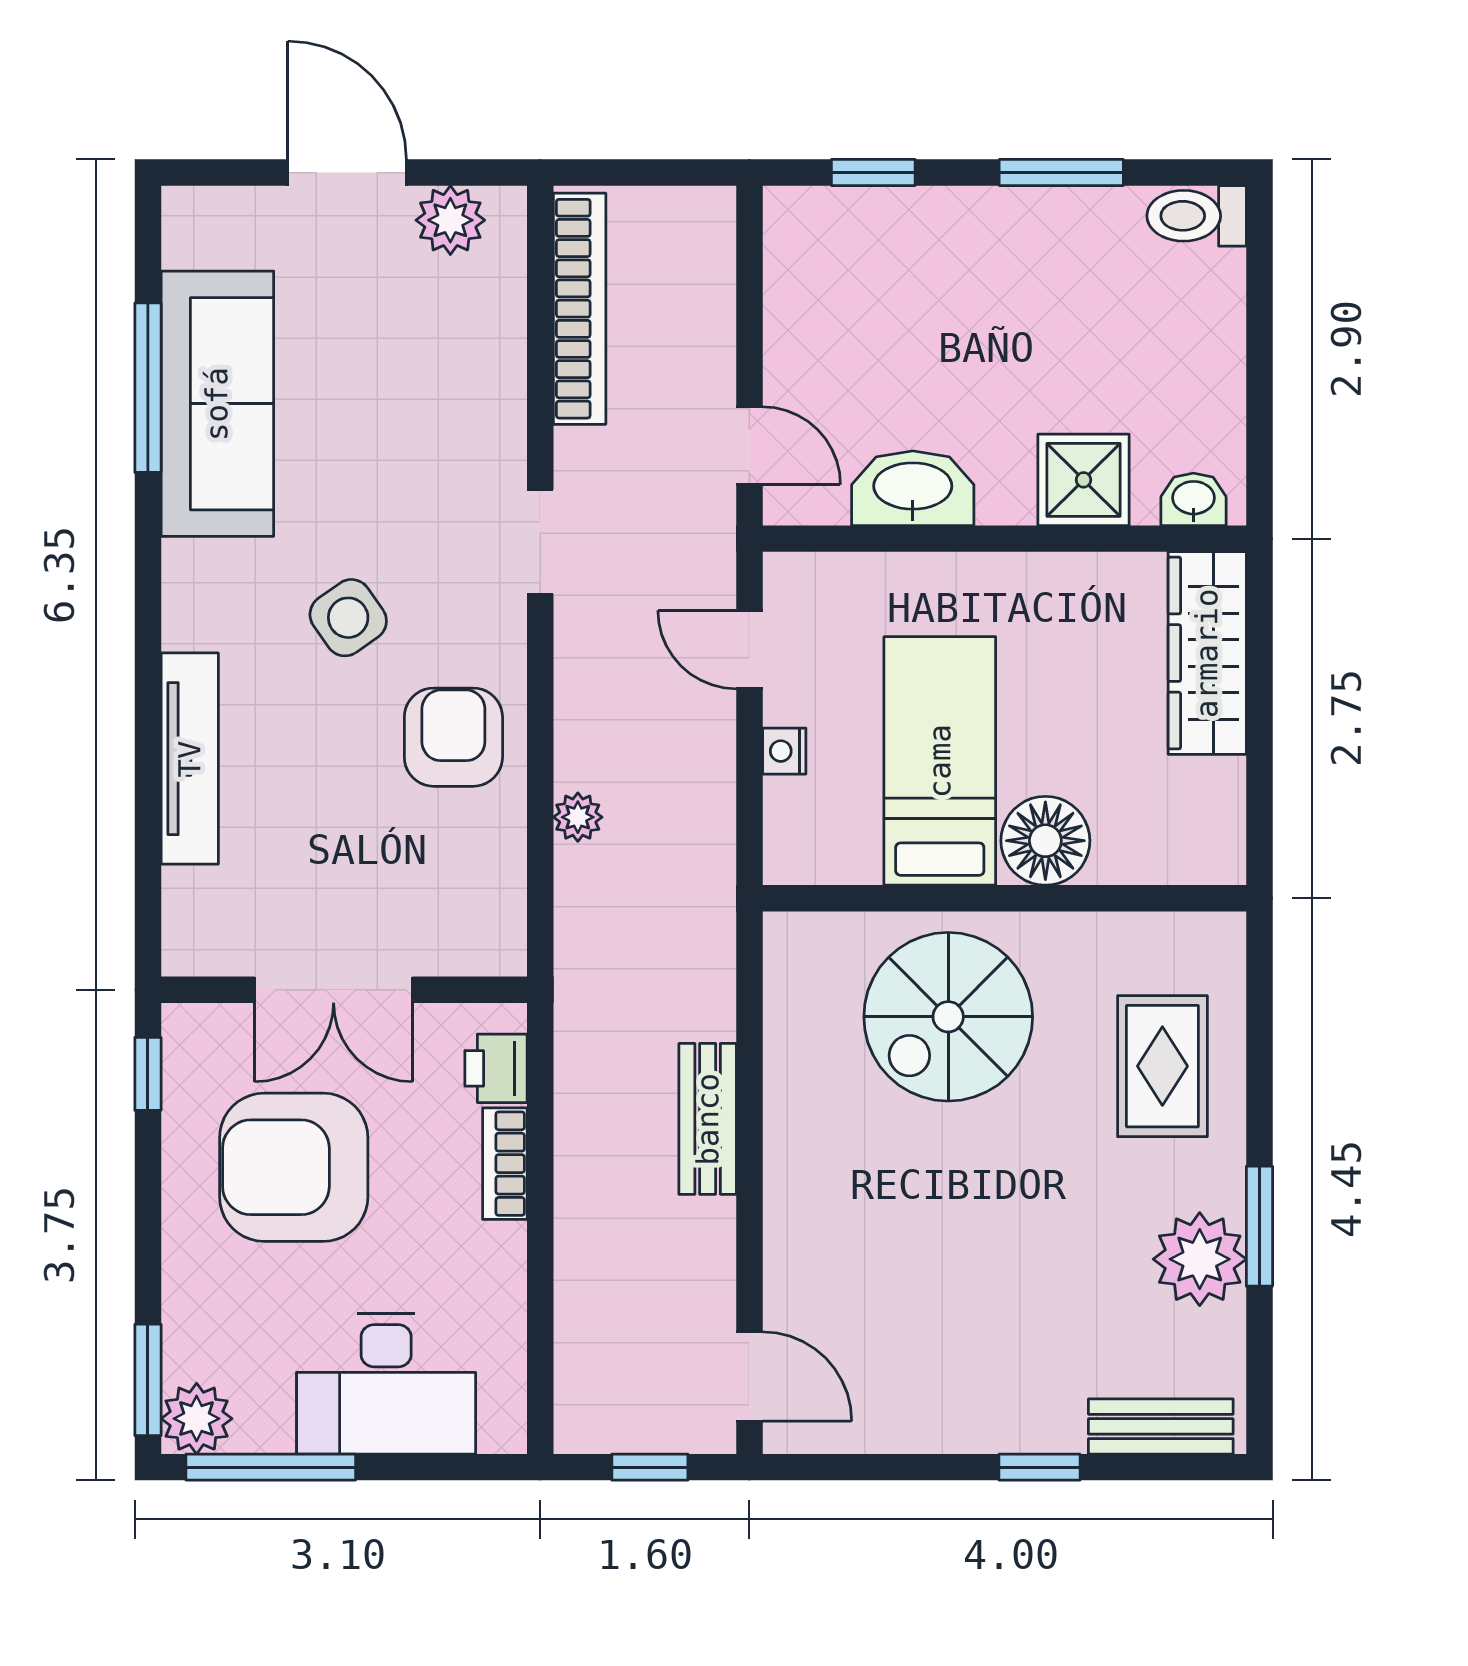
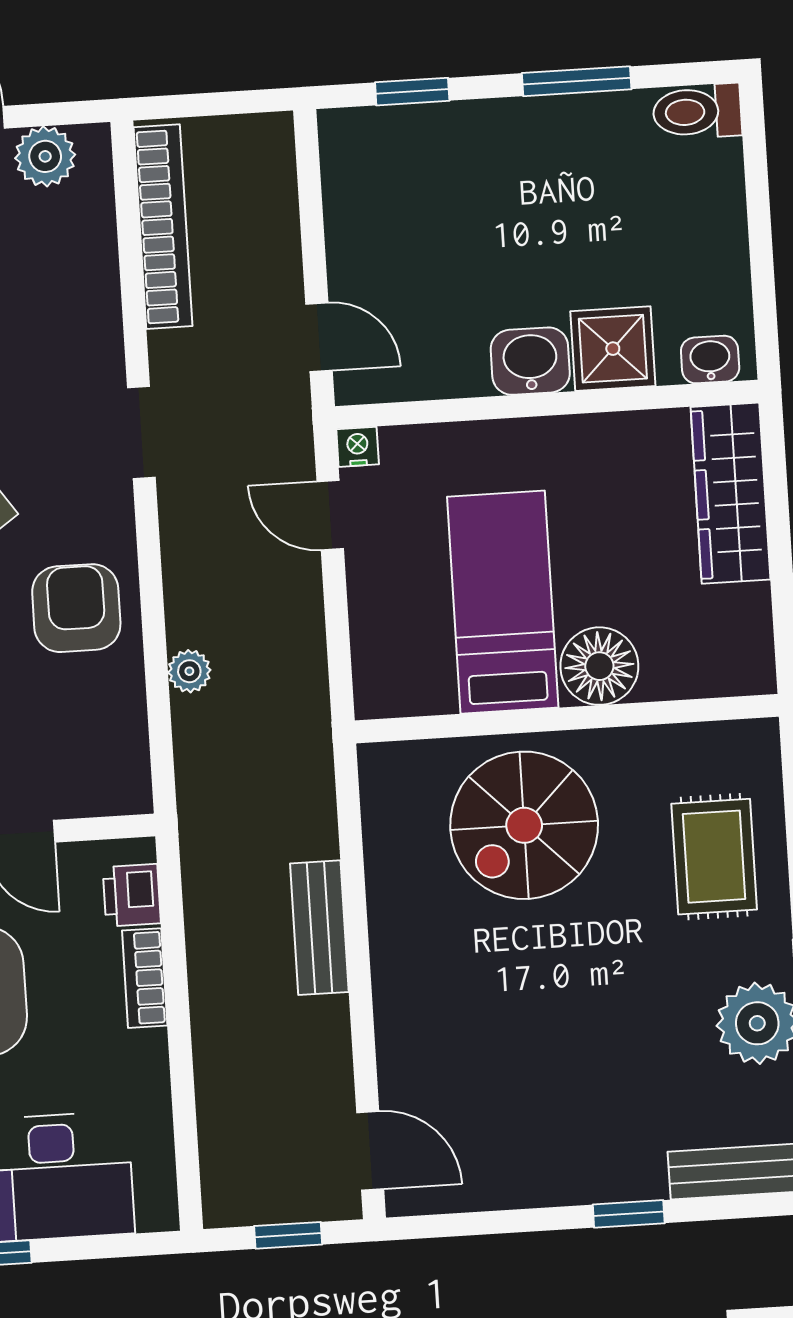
washbasin: (913, 488) -> (530, 361), moved, width x0.72
nightstand: (784, 751) -> (358, 447), moved, turned 90

